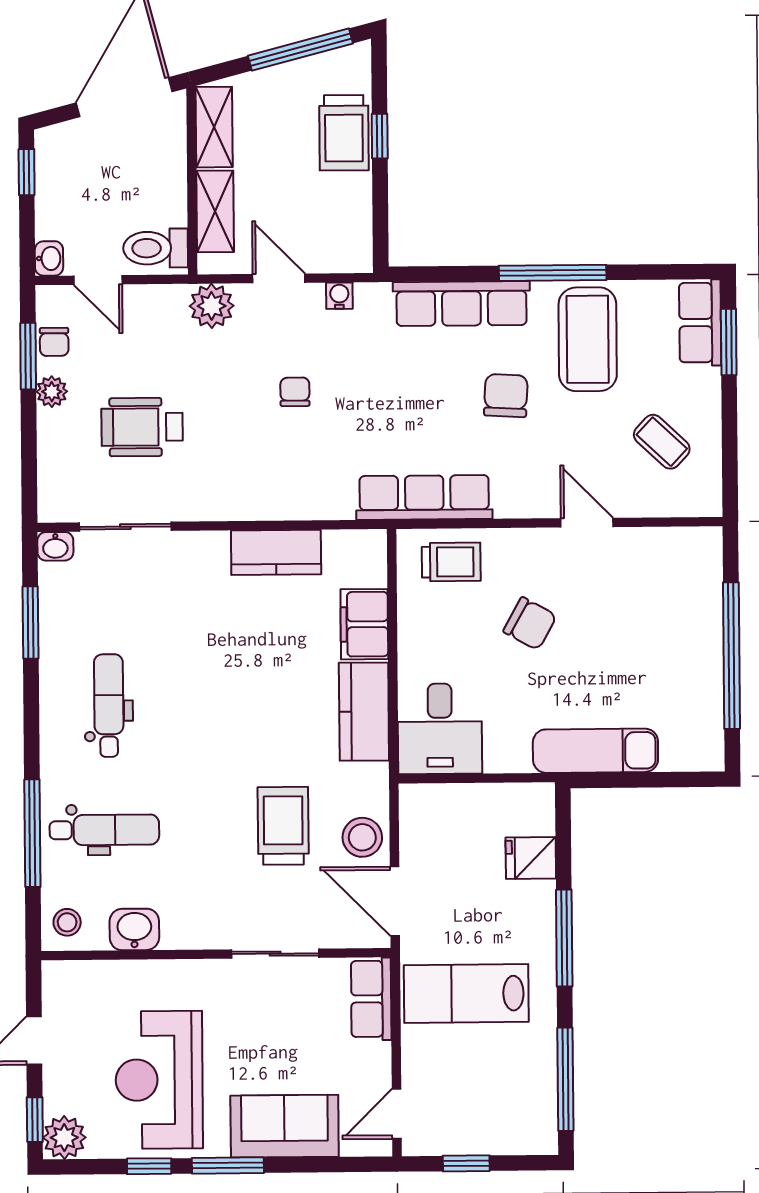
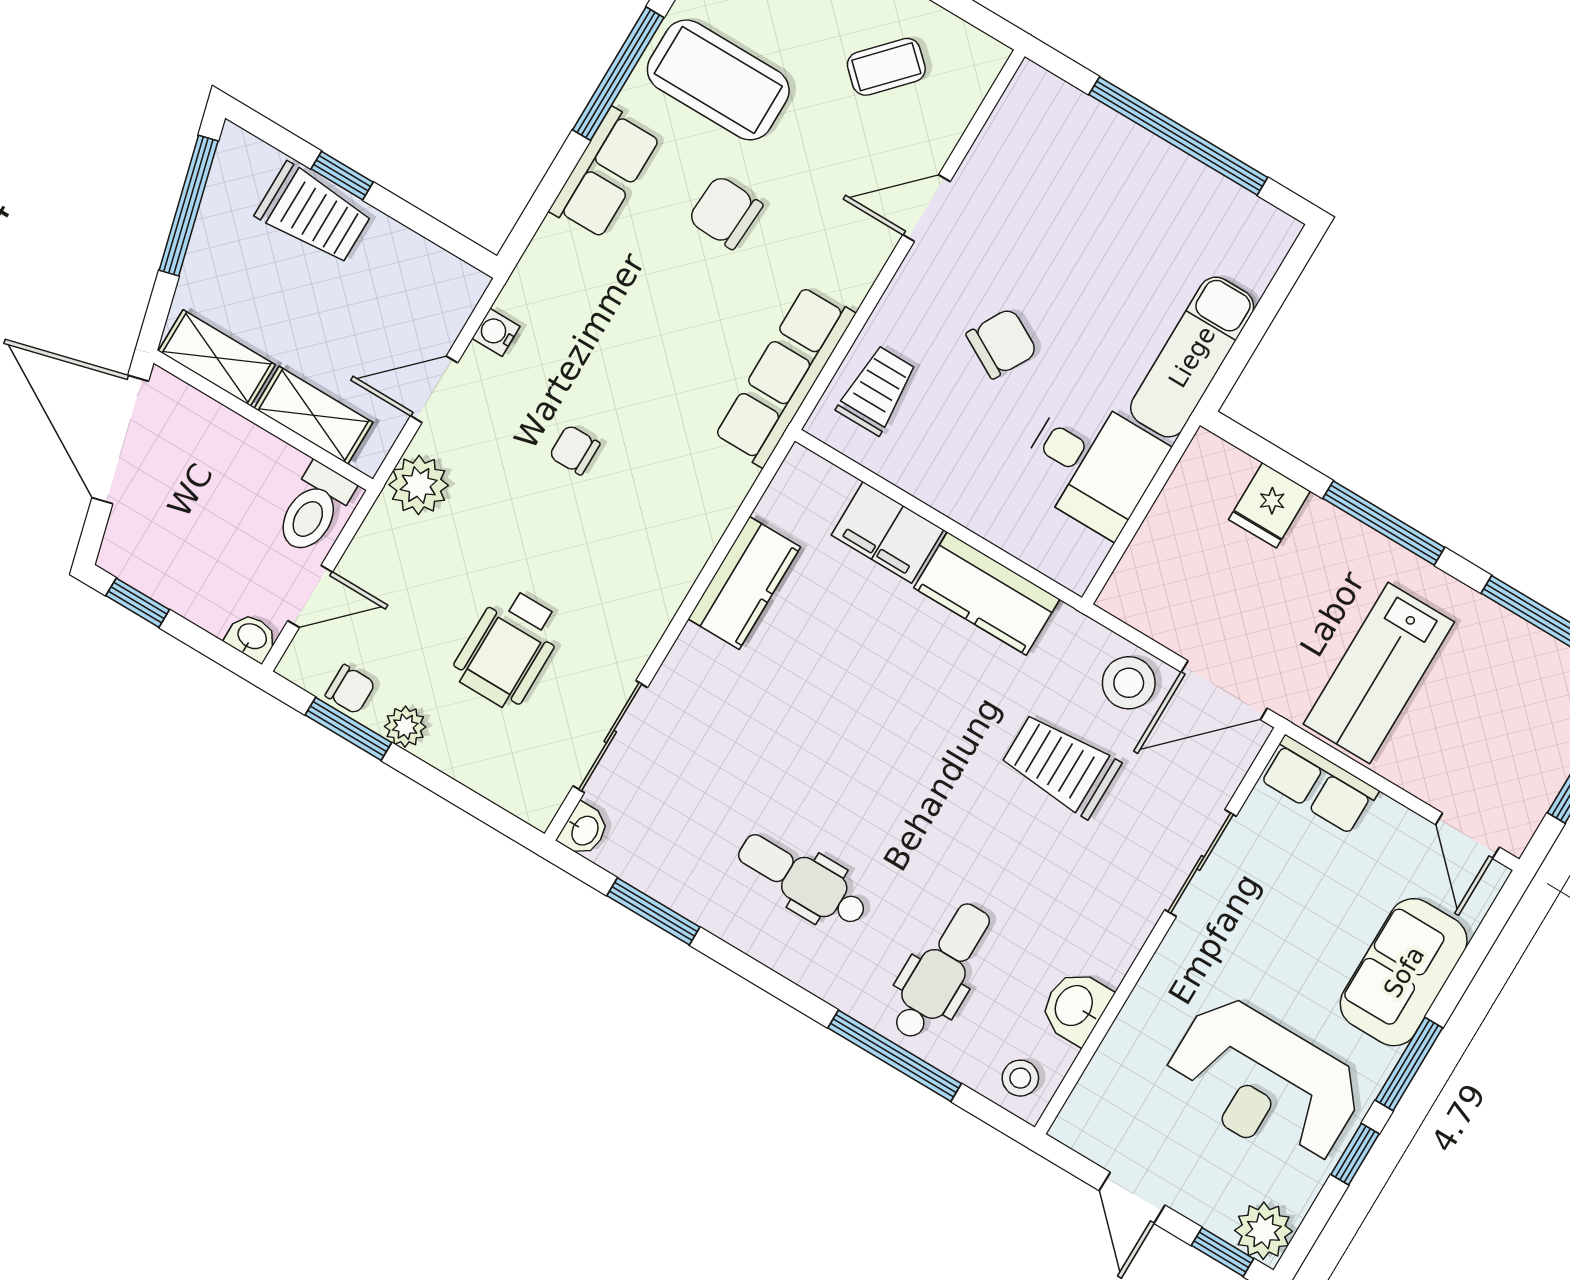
row of seats: (461, 304) -> (605, 173), width x0.68
desk: (440, 729) -> (1092, 464), moved

